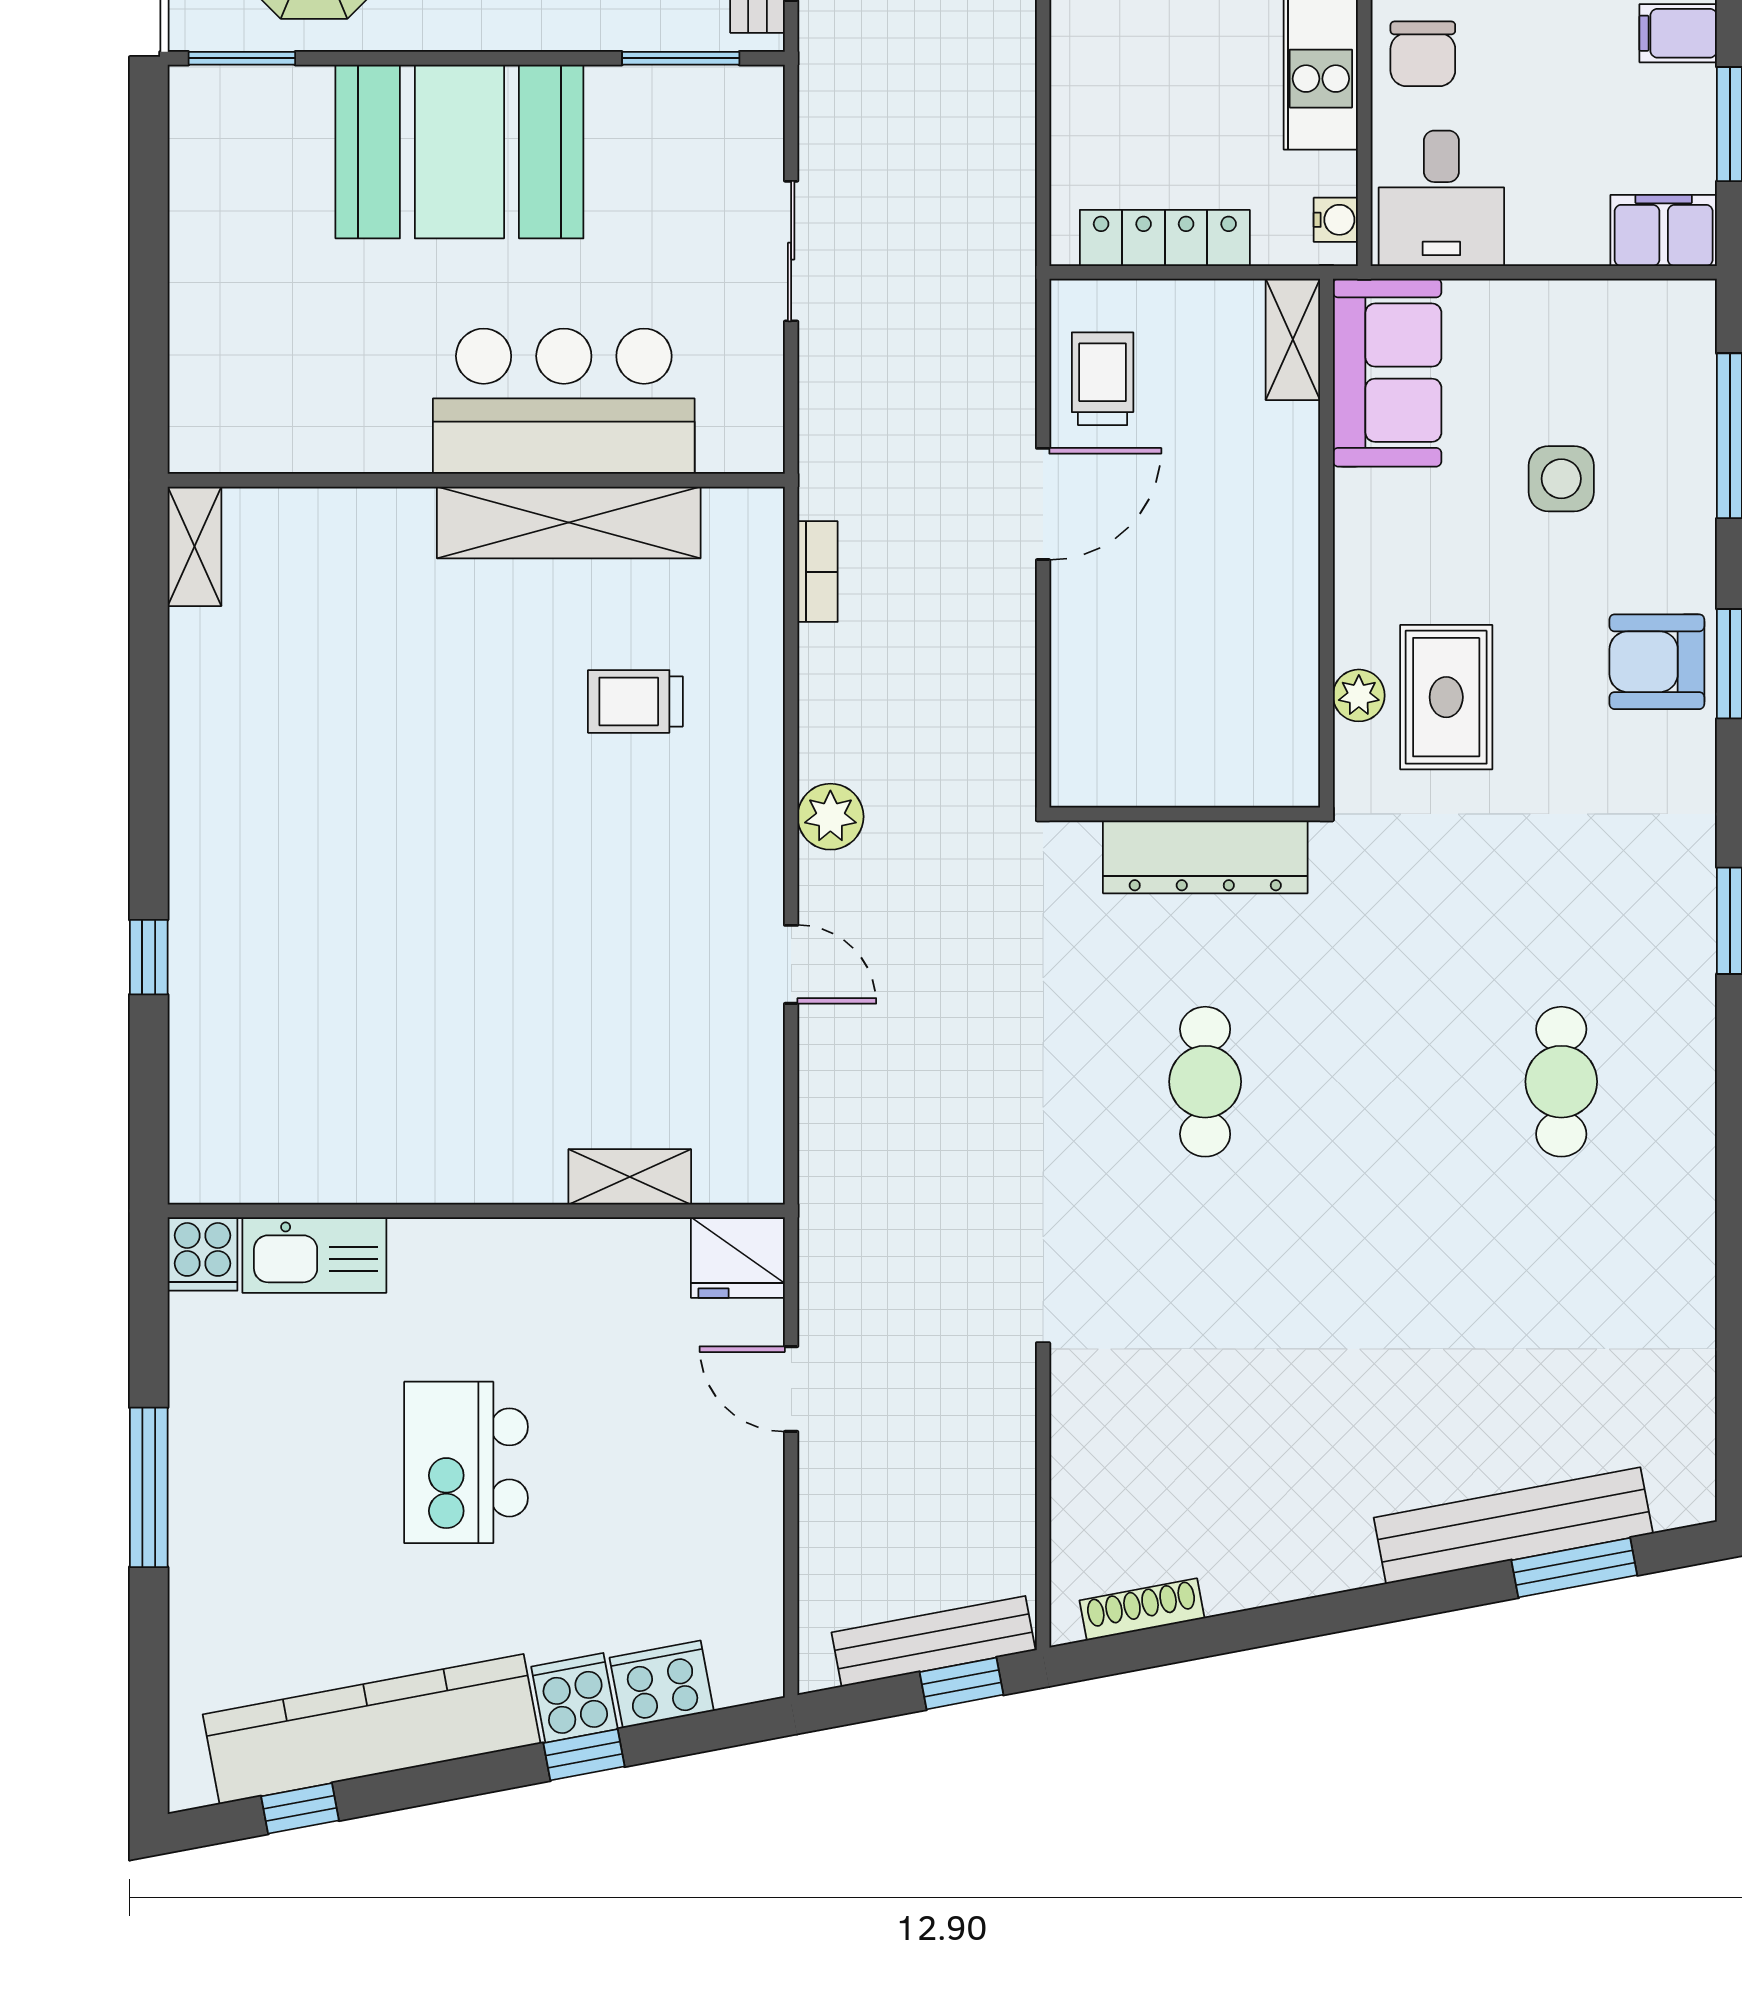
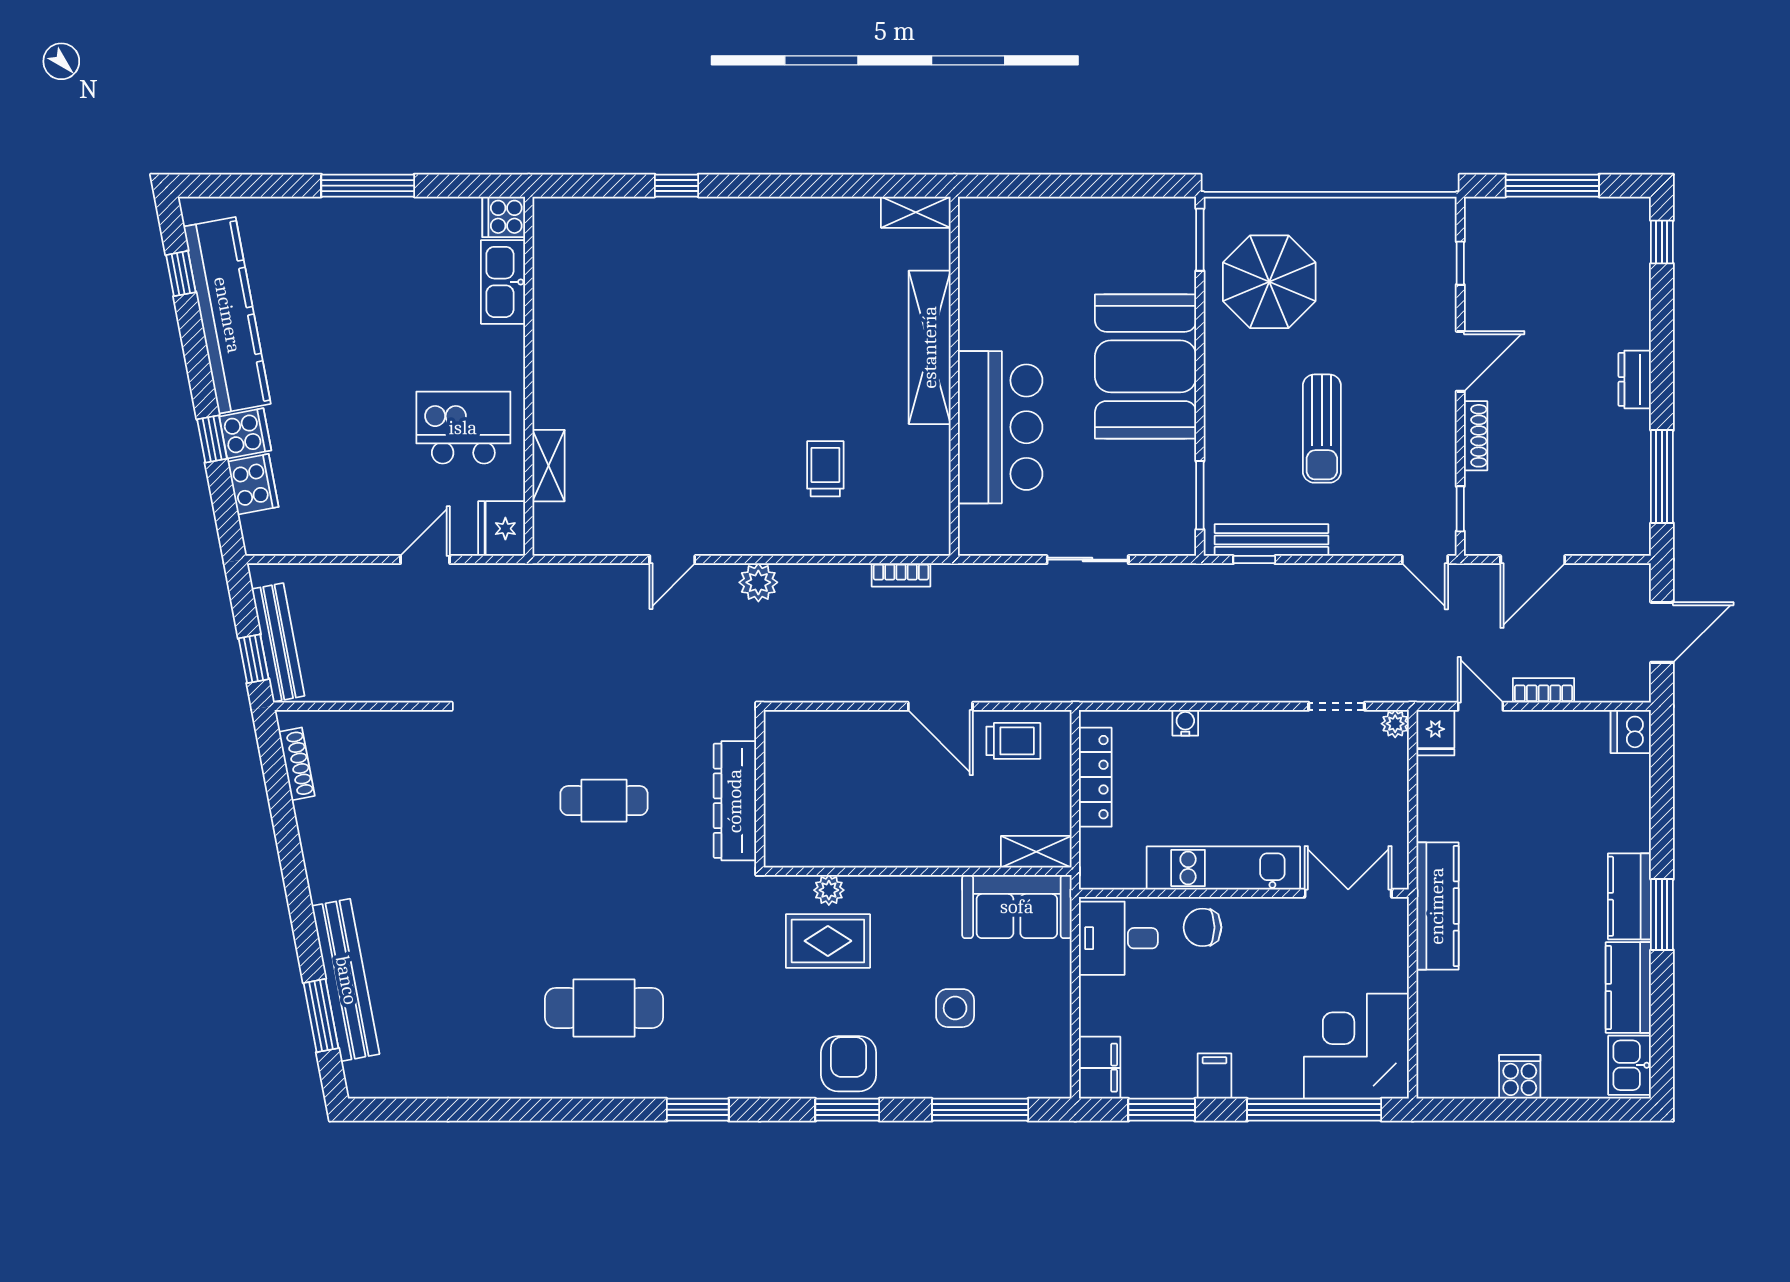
water cooler: (1336, 220) -> (1185, 723), moved, turned 180
shelving: (569, 522) -> (930, 347), moved
cafe table: (1561, 1082) -> (604, 1008), width x1.37, depth x1.35
kitchen island: (466, 1462) -> (463, 428), moved

